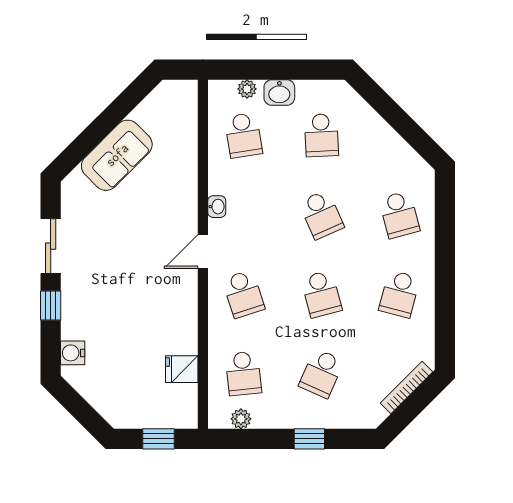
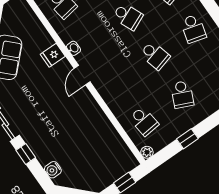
school desk: (243, 294) -> (117, 82), removed
fridge: (182, 369) -> (53, 55), moved
plant: (241, 419) -> (147, 152), moved
window: (309, 439) -> (187, 139), moved

